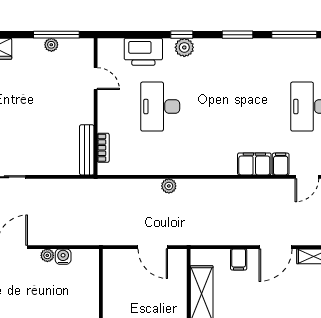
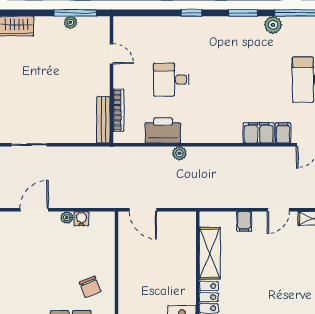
plant: (184, 47) -> (273, 25), moved
printer: (143, 52) -> (163, 130), moved, turned 180
desk: (160, 107) -> (171, 80), width x0.73
bookcase: (103, 148) -> (119, 110), width x1.56
door: (153, 247) -> (143, 210), moved
door: (276, 247) -> (278, 210), width x0.73

